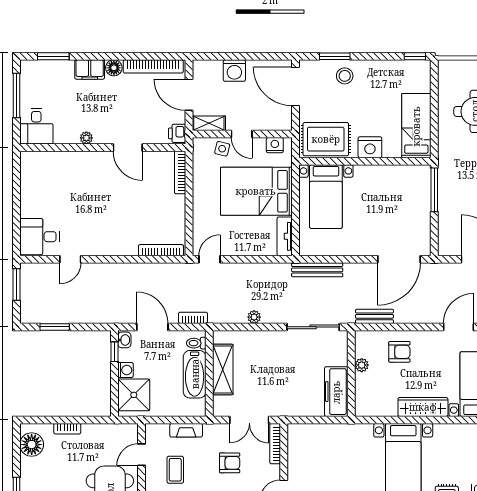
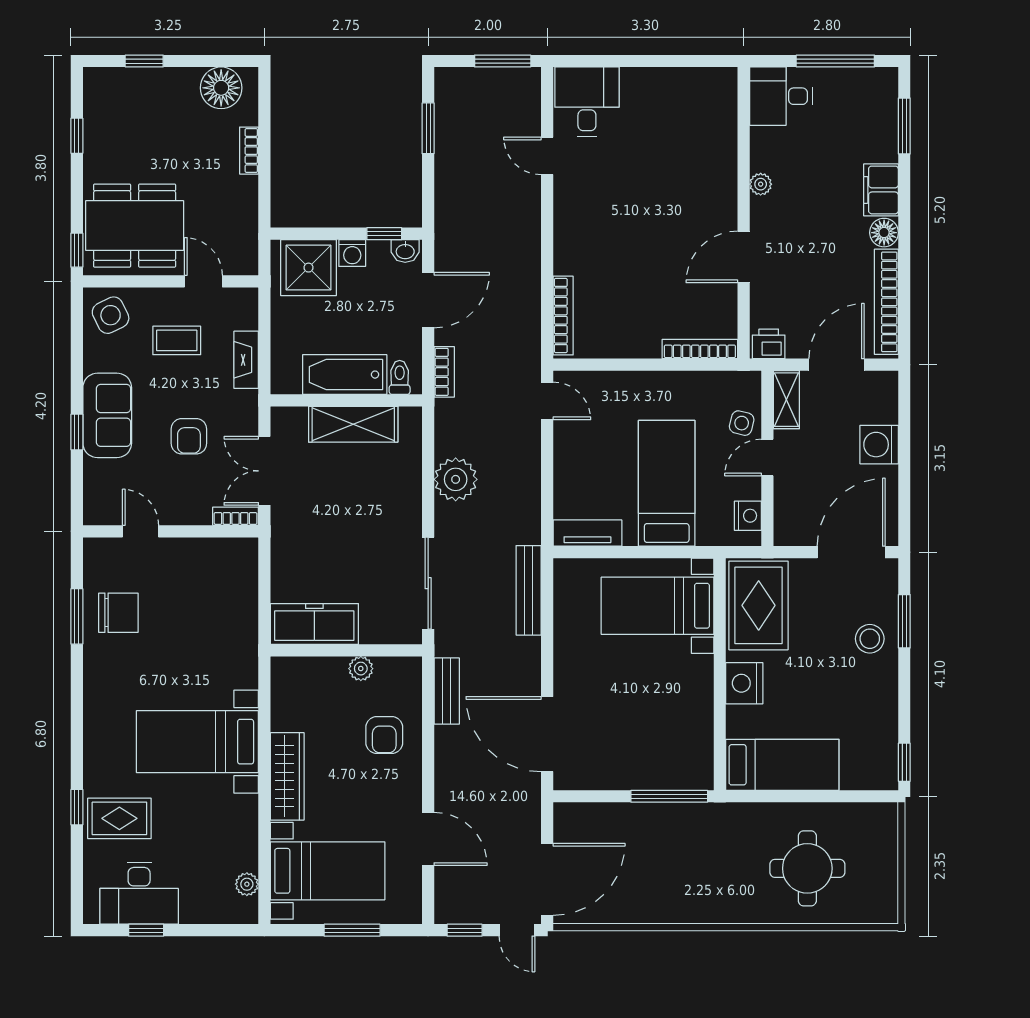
bed: (256, 191) -> (667, 483), width x0.67
plant: (254, 317) -> (456, 479), width x1.87, depth x1.87
bookcase: (275, 444) -> (236, 516), width x0.64

